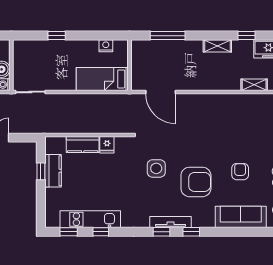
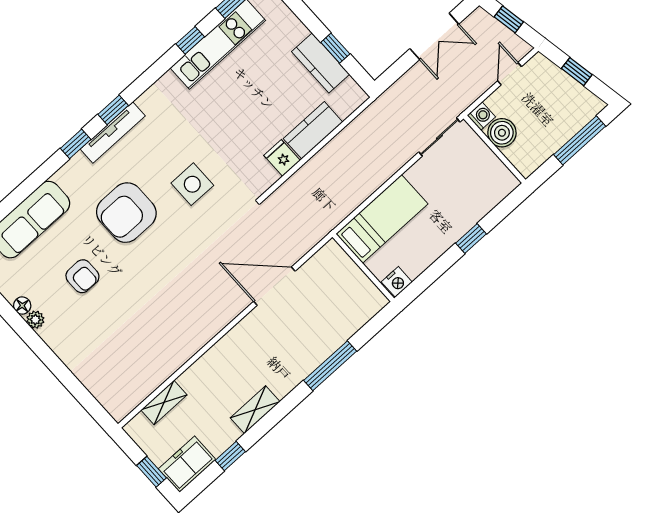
wall: (130, 65) -> (363, 268), moved
bed: (102, 79) -> (382, 219), moved

